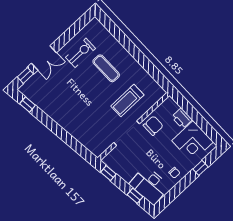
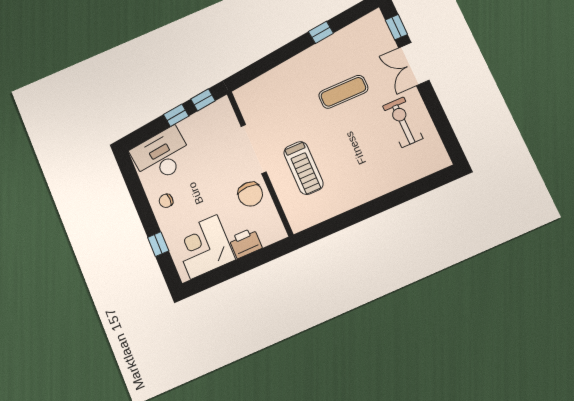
exercise bike: (81, 53) -> (403, 122), turned 180
exercise mat: (106, 68) -> (343, 92), moved
treadmill: (127, 101) -> (303, 168), turned 180
window: (27, 105) -> (321, 32), moved
window: (135, 196) -> (176, 115), moved

